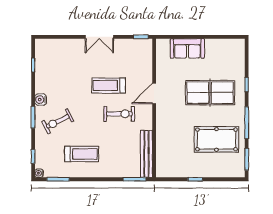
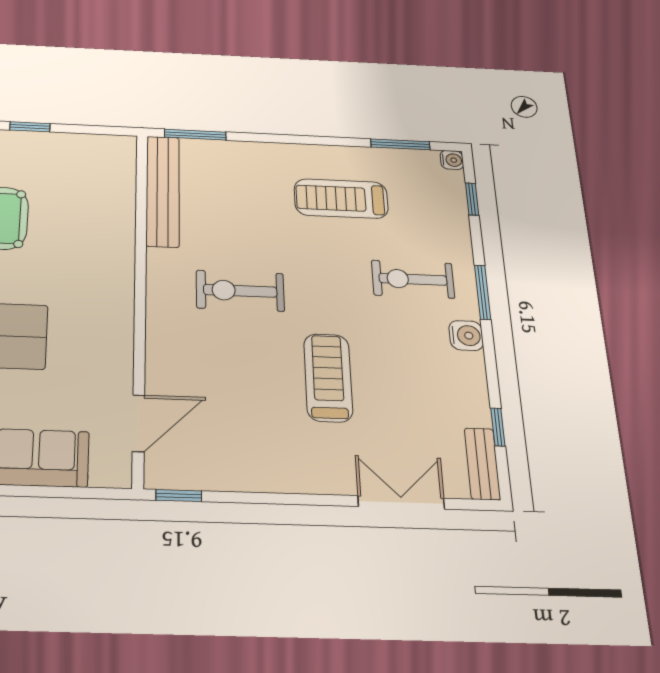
double door: (99, 37) -> (401, 502), moved
bench: (40, 51) -> (482, 464), added
treadmill: (109, 86) -> (328, 378), moved, turned -90
door: (154, 93) -> (139, 423), moved
exercise bike: (58, 121) -> (413, 279), turned -153

